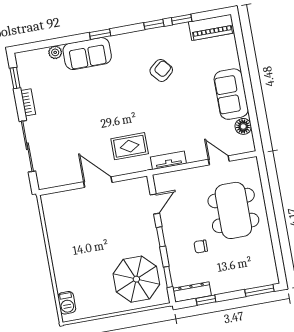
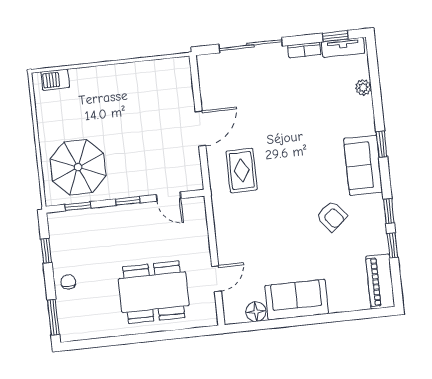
sofa: (87, 54) -> (363, 165), moved
tv unit: (168, 160) -> (343, 47), moved, turned 90
chair: (201, 247) -> (68, 282), moved
dresser: (192, 292) -> (57, 234), removed

